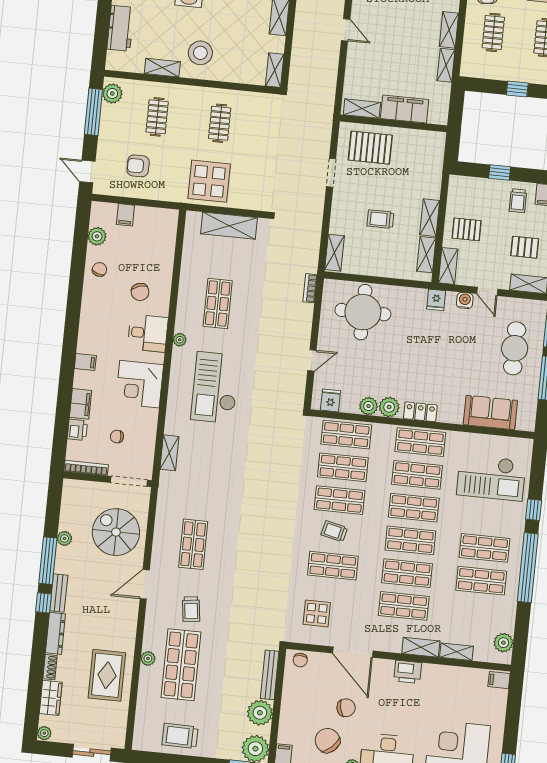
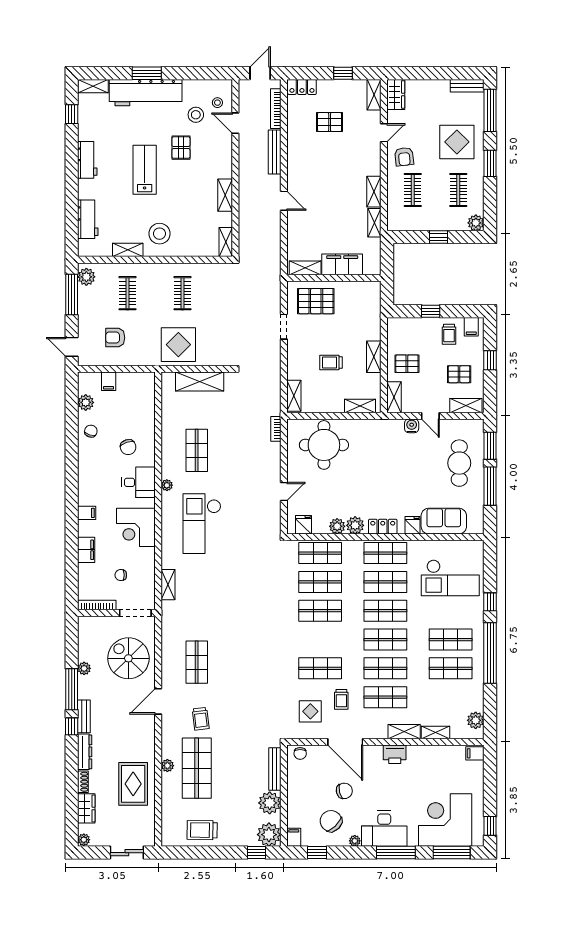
shelving: (426, 255) -> (360, 406), moved, turned 90
fridge: (436, 300) -> (413, 525), moved, turned 180
printer: (77, 430) -> (86, 573), removed
trolley: (334, 531) -> (341, 699), moved, turned -103

